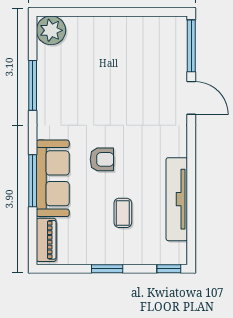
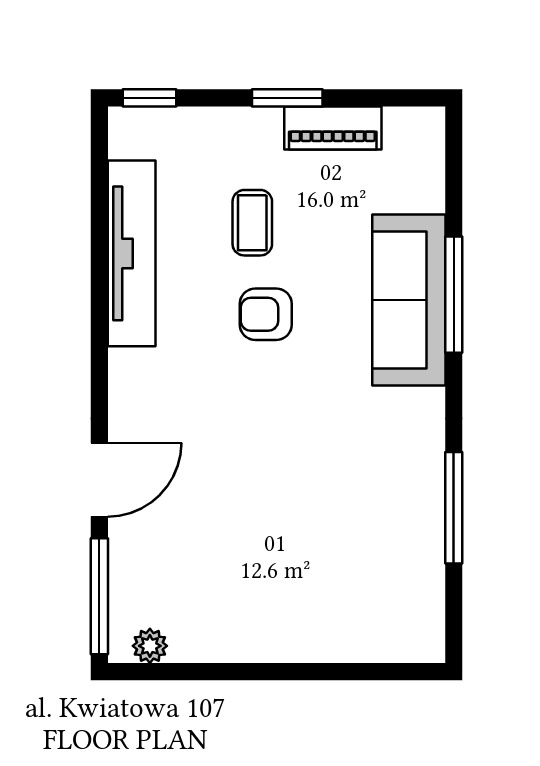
plant: (51, 30) -> (150, 646), moved, width x0.53, depth x0.53
door: (191, 98) -> (99, 480), swing flipped
armchair: (102, 159) -> (266, 314), moved
piano: (46, 240) -> (333, 128), moved, turned -90

